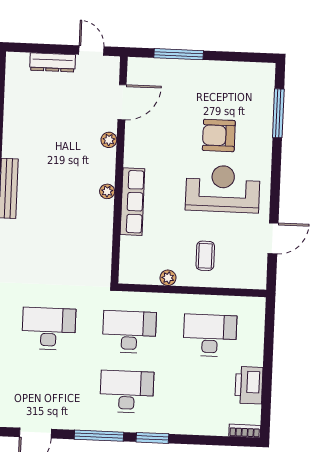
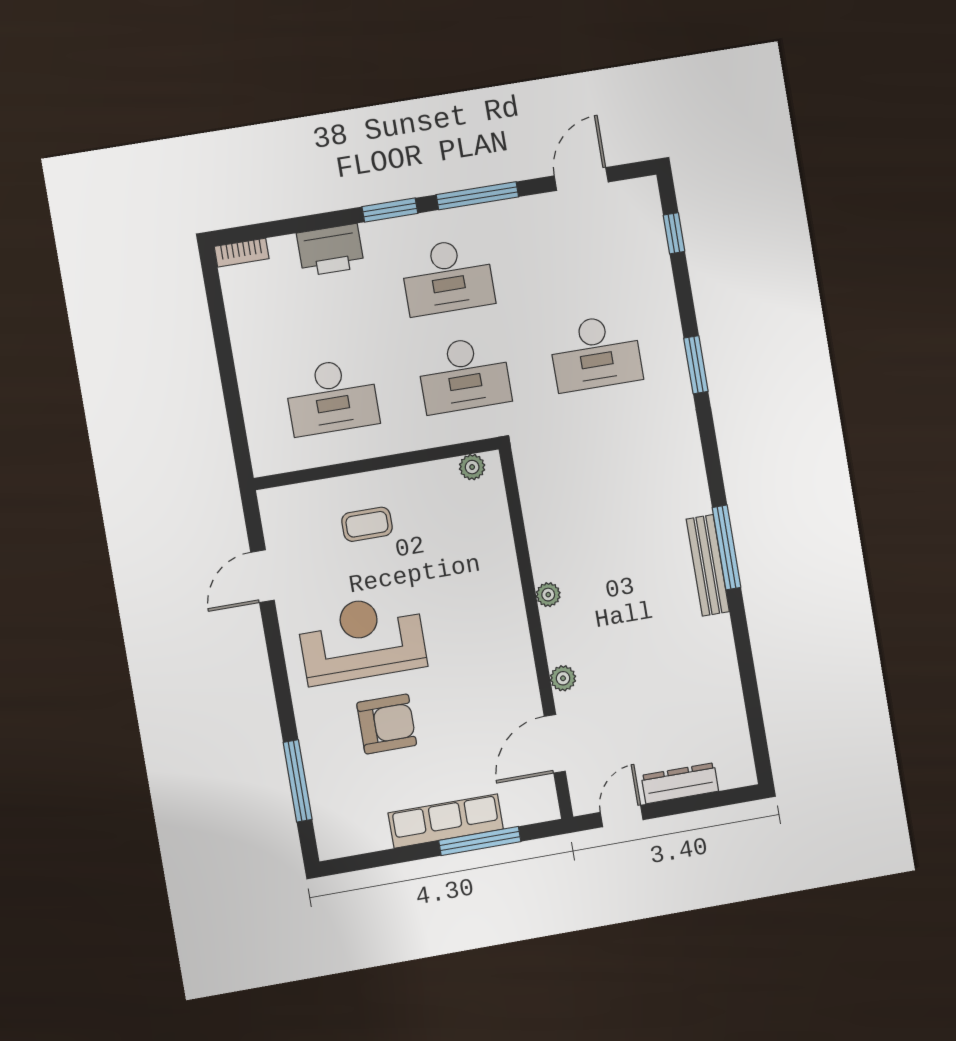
door: (91, 51) -> (622, 816), swing flipped
reception desk: (223, 189) -> (362, 639), turned 180
row of seats: (132, 202) -> (446, 821), moved, turned 90
coffee table: (205, 256) -> (367, 524), turned 90
plant: (168, 278) -> (472, 467), moved
printer: (249, 385) -> (330, 250), moved, turned 90

